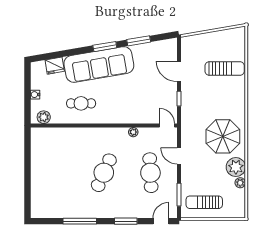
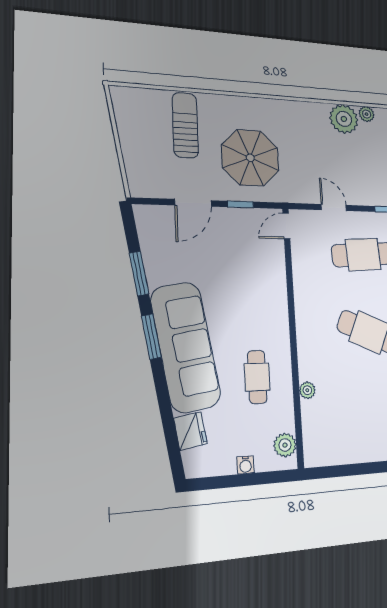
plant: (133, 132) -> (307, 390), moved
parasol: (223, 136) -> (250, 158), moved
door: (179, 156) -> (334, 208), swing flipped

